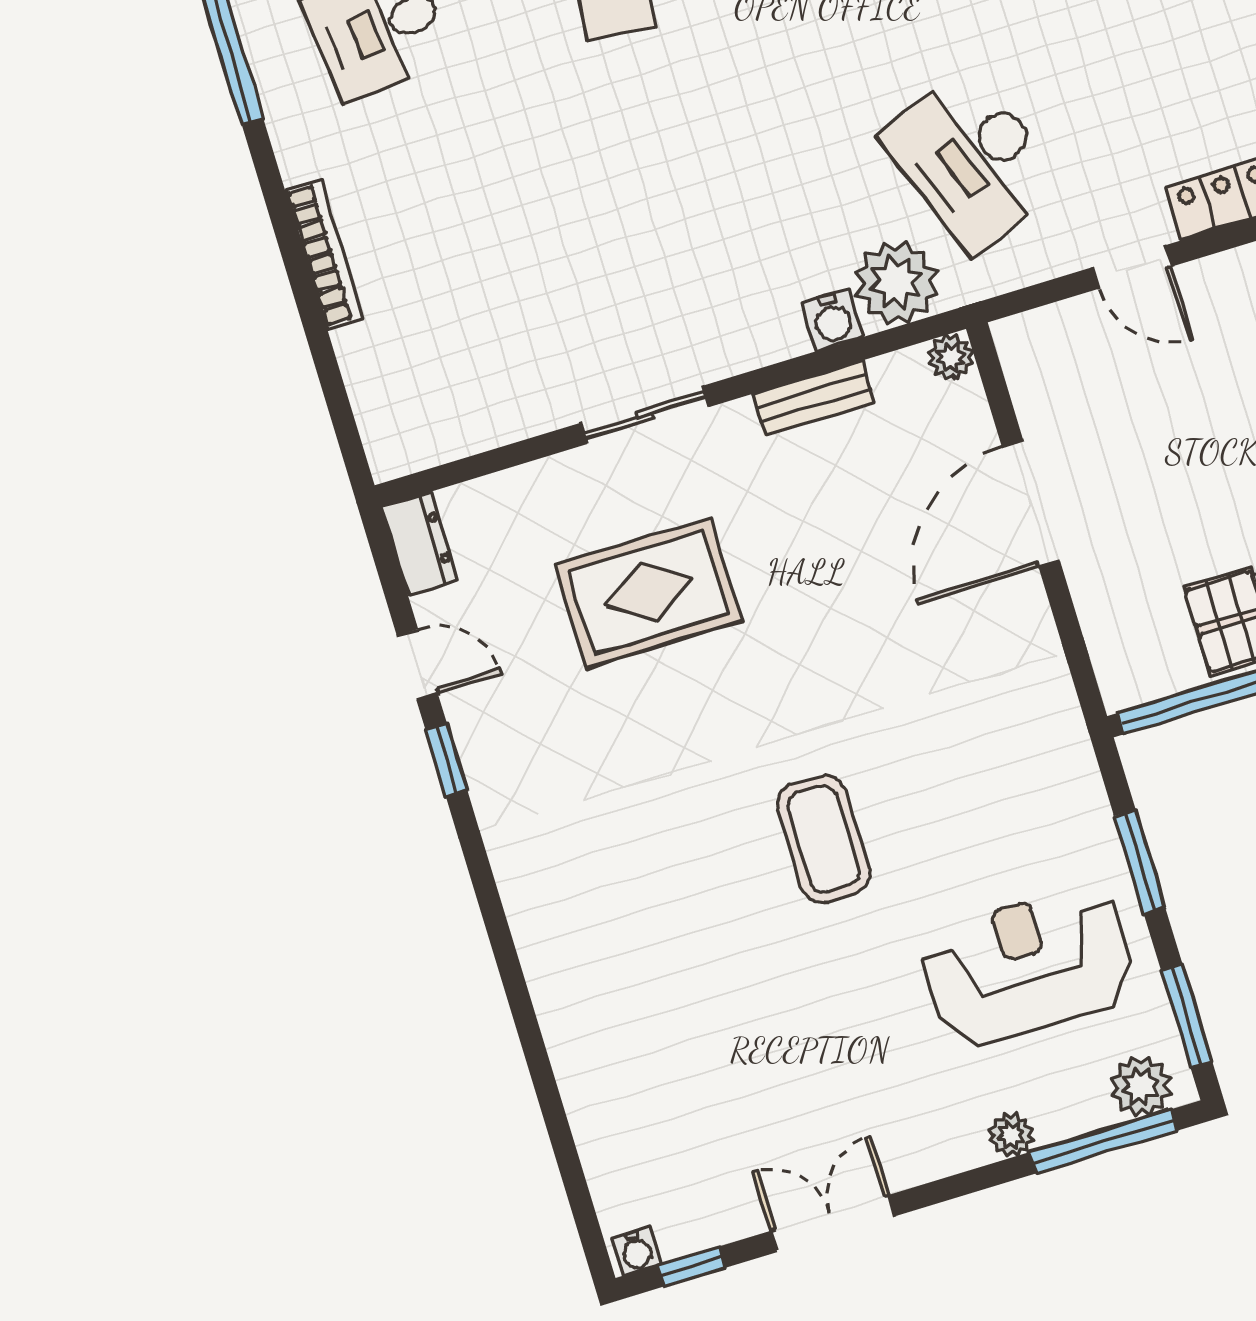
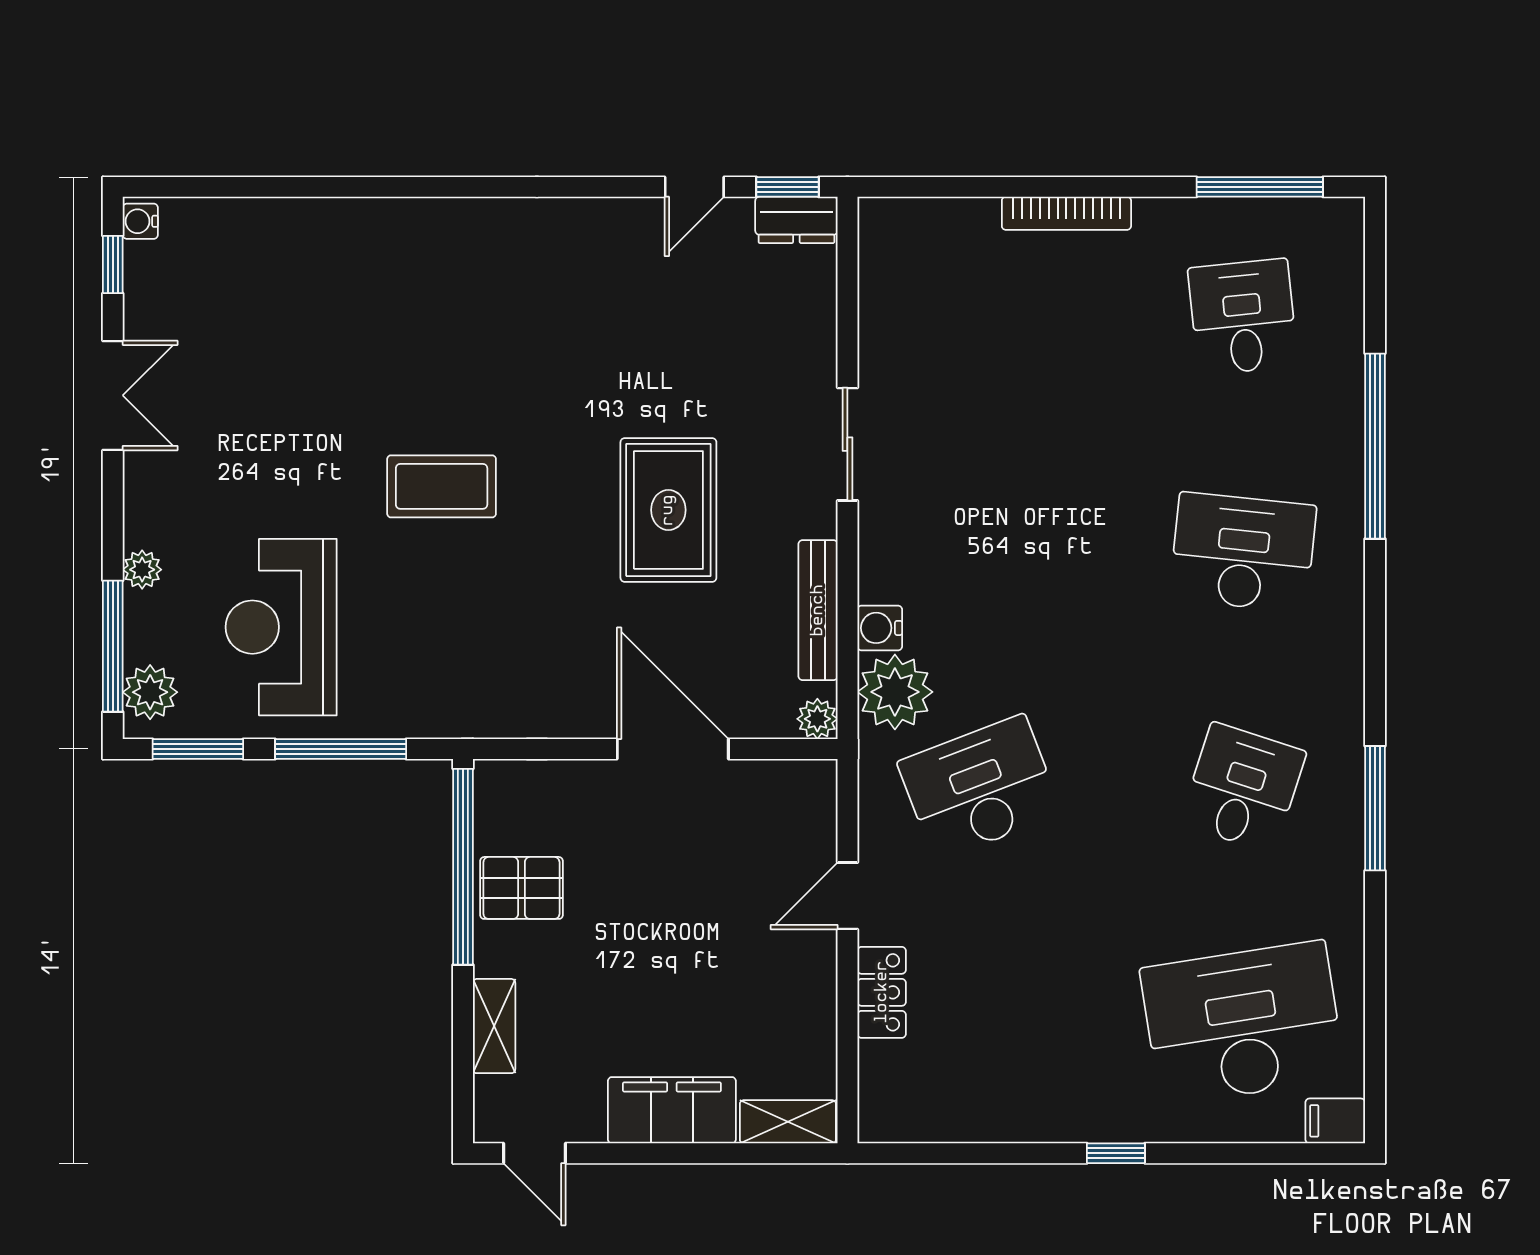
bench: (813, 398) -> (818, 610), width x1.36
rug: (649, 592) -> (668, 510), moved
window: (446, 760) -> (788, 187), moved
window: (1140, 862) -> (341, 749), width x1.44
reception desk: (1028, 966) -> (281, 627), turned 180

